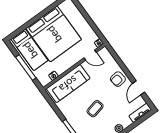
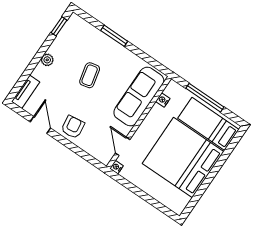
door: (90, 55) -> (123, 146), hinge flipped

